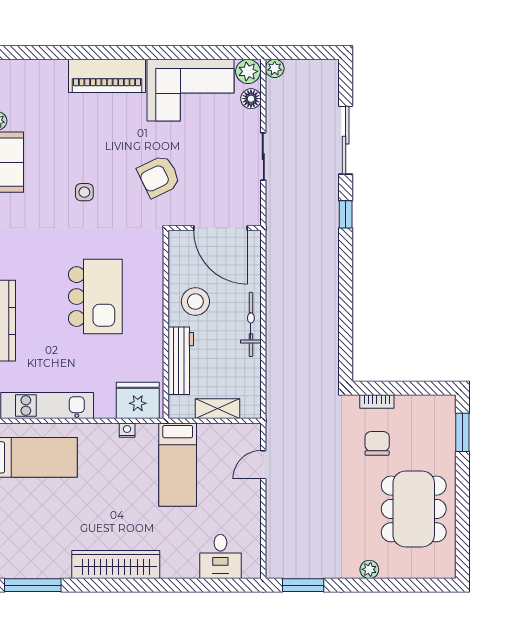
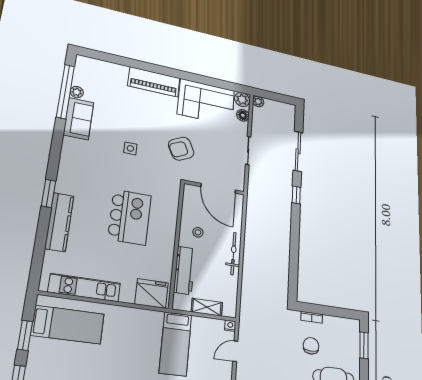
stool: (195, 302) -> (198, 232), width x0.53, depth x0.53
nightstand: (127, 430) -> (230, 326), moved

